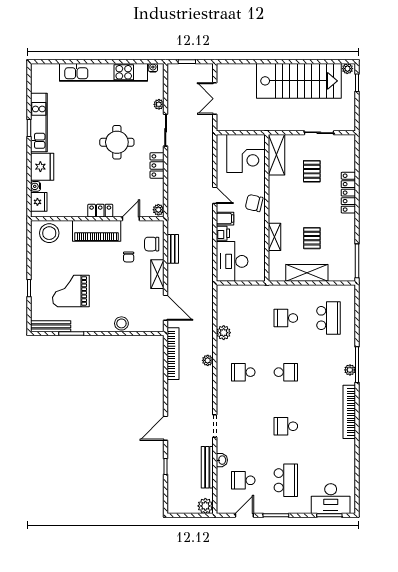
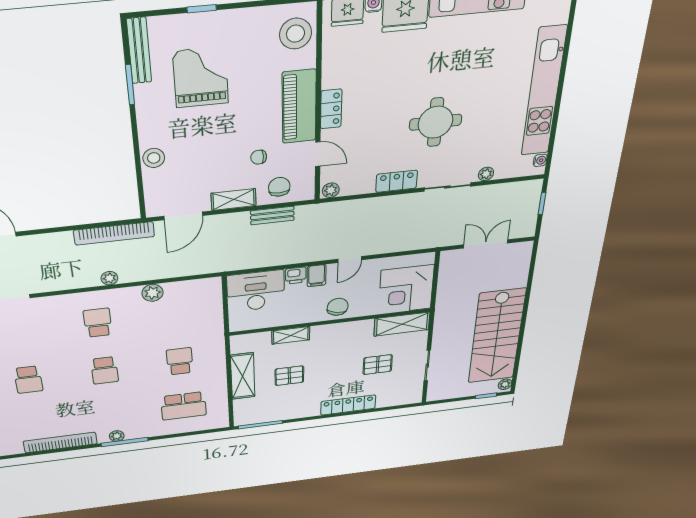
school desk: (286, 426) -> (28, 380), turned 180

